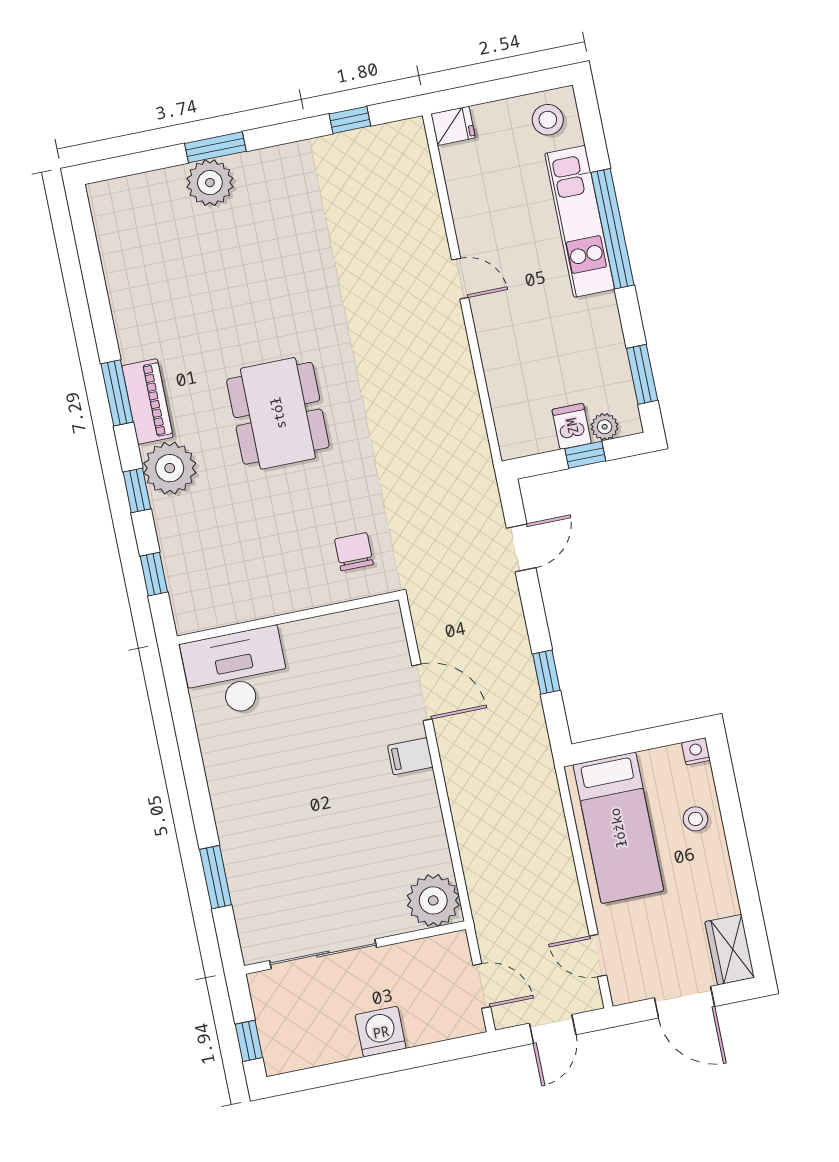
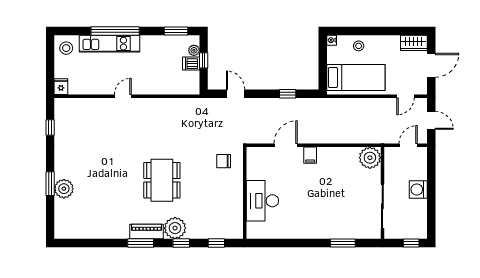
dining table: (278, 413) -> (162, 180), turned 90
desk: (236, 673) -> (262, 201), moved

